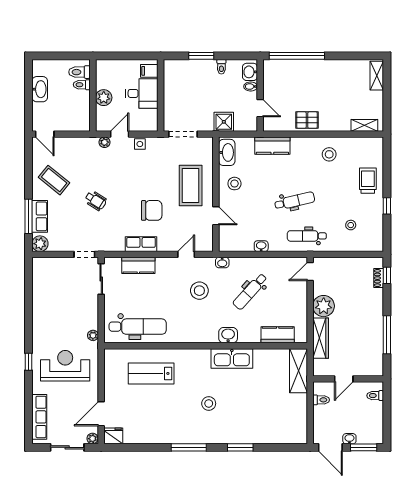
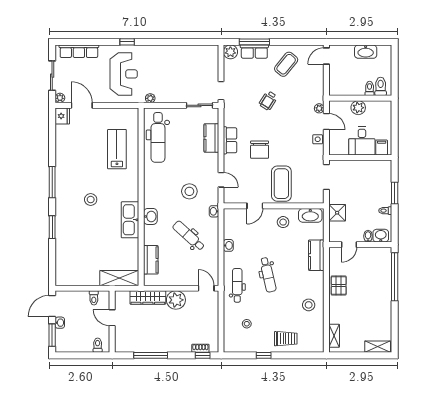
coffee table: (191, 185) -> (281, 184), turned 90

